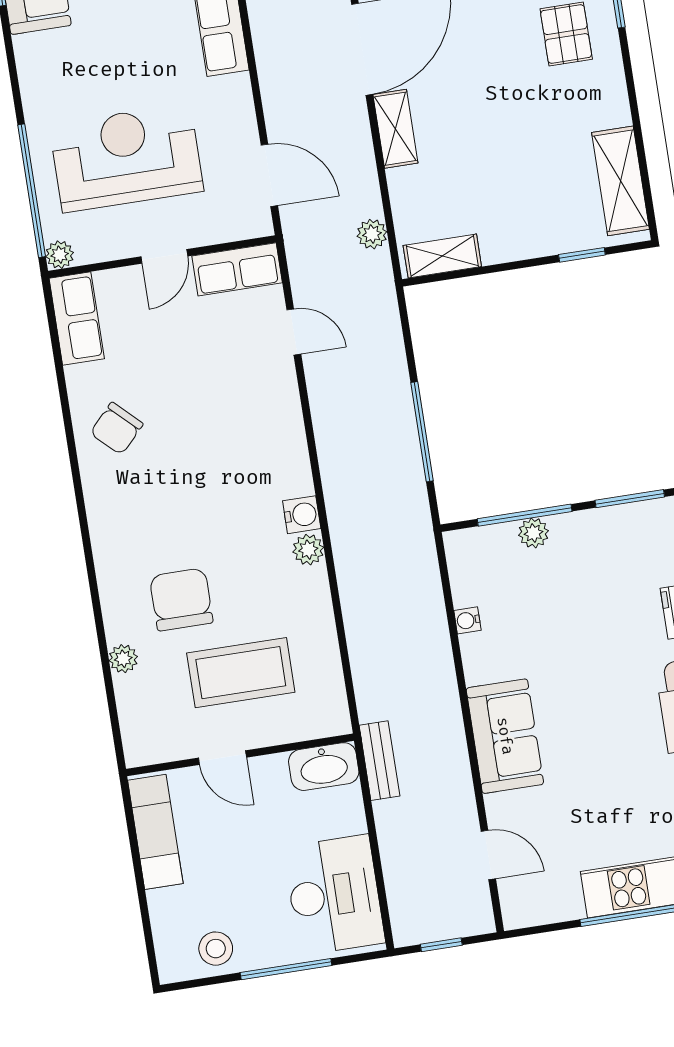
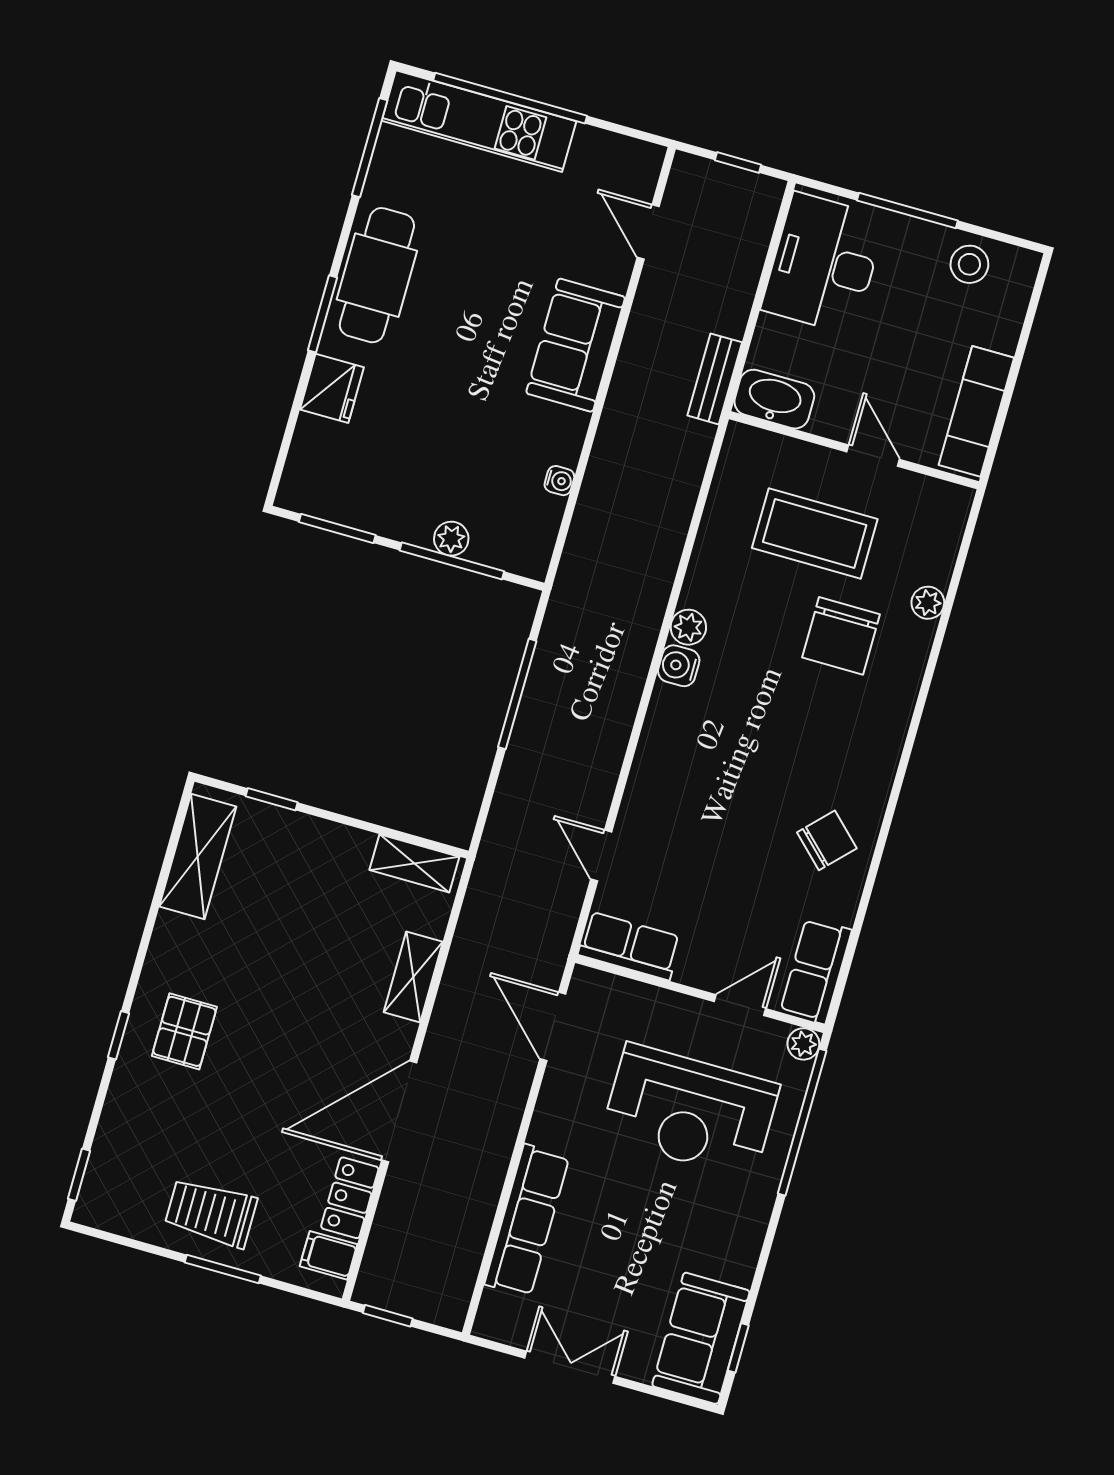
shelving: (395, 129) -> (413, 977), moved
plant: (372, 234) -> (476, 919), removed
door: (164, 256) -> (740, 1005), moved

